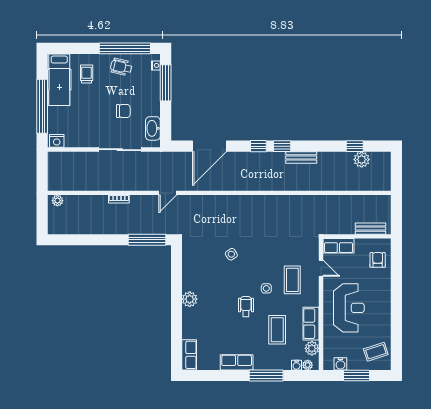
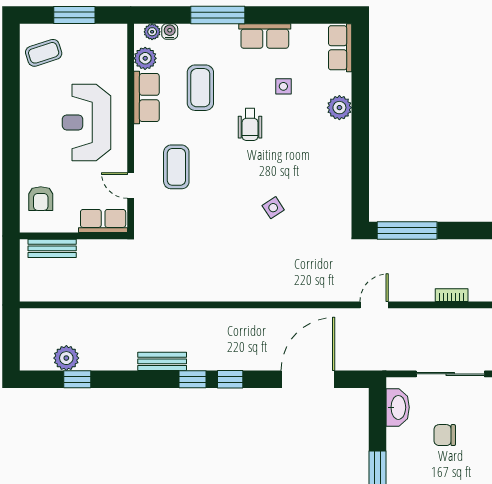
side table: (266, 288) -> (283, 86), moved
plant: (190, 299) -> (339, 108), moved
water cooler: (340, 364) -> (100, 34), removed

